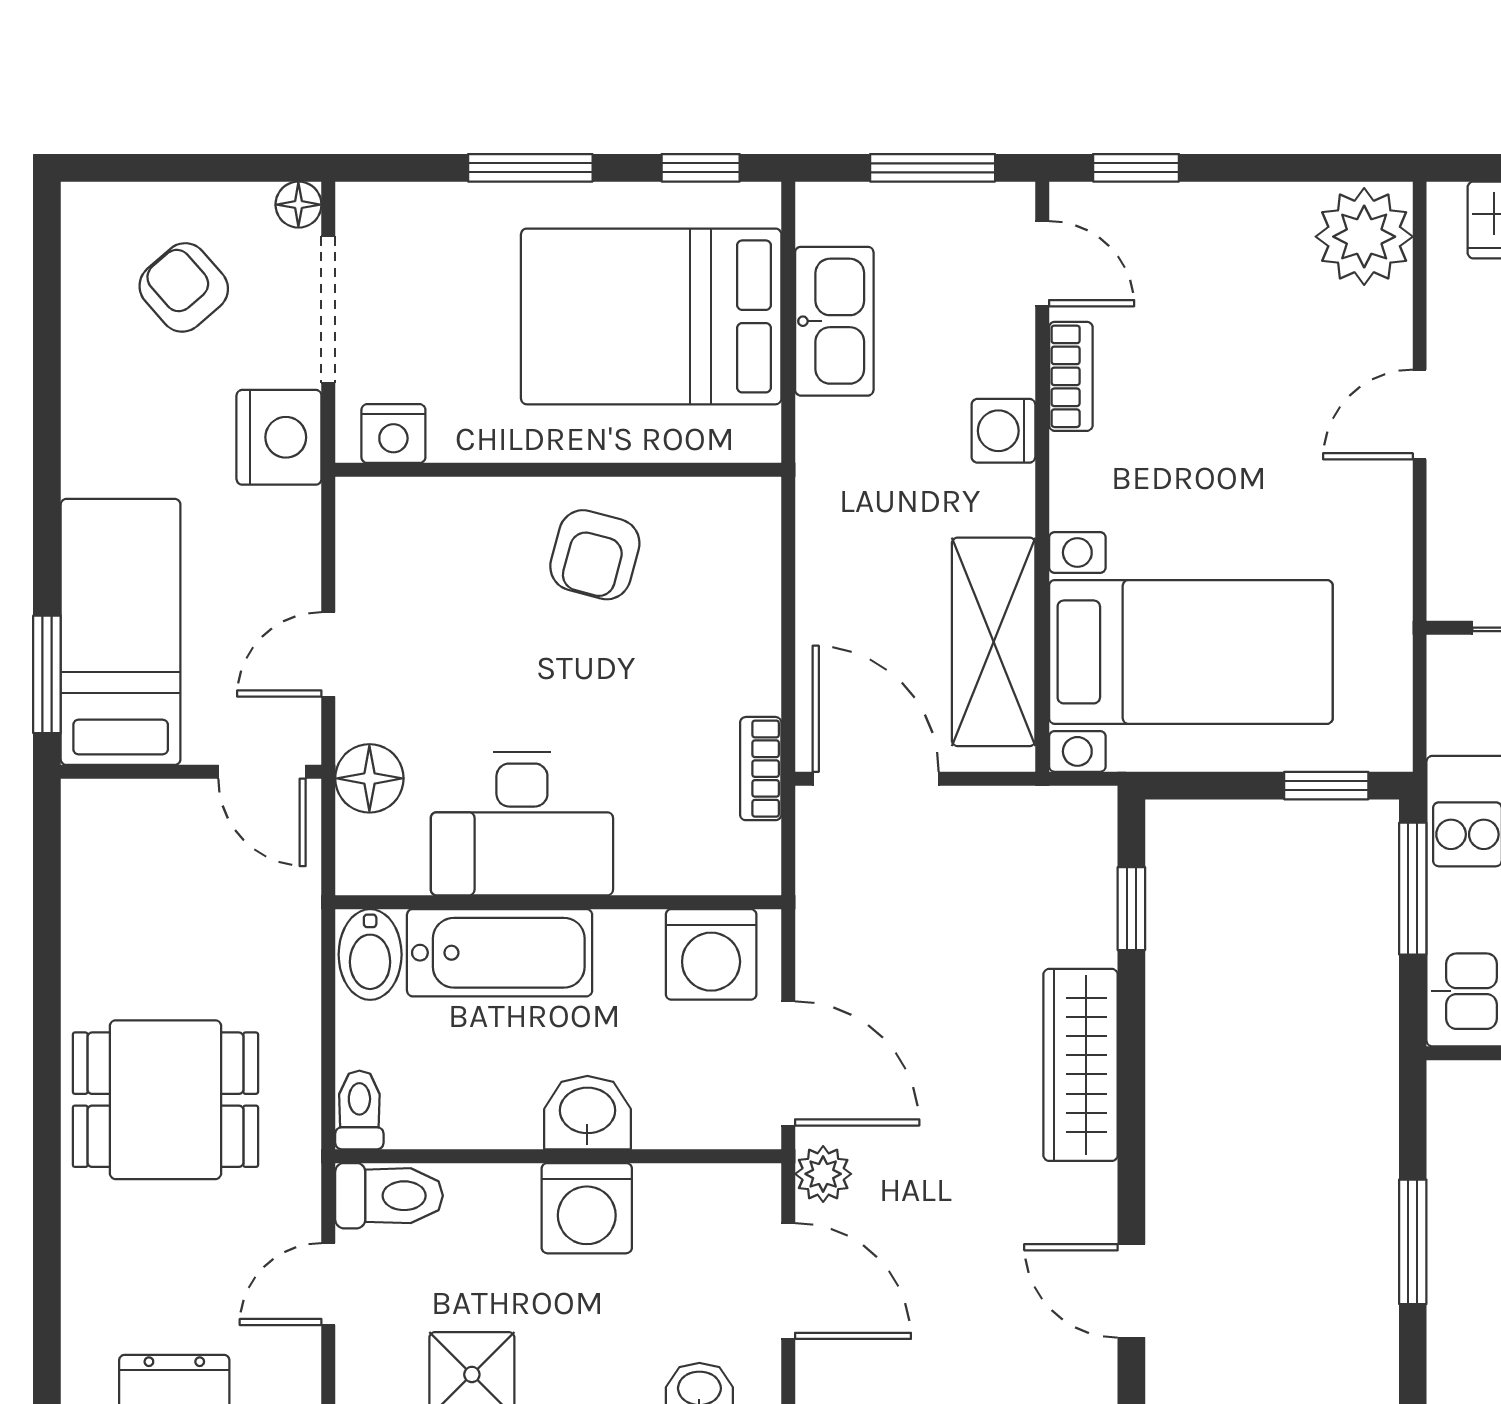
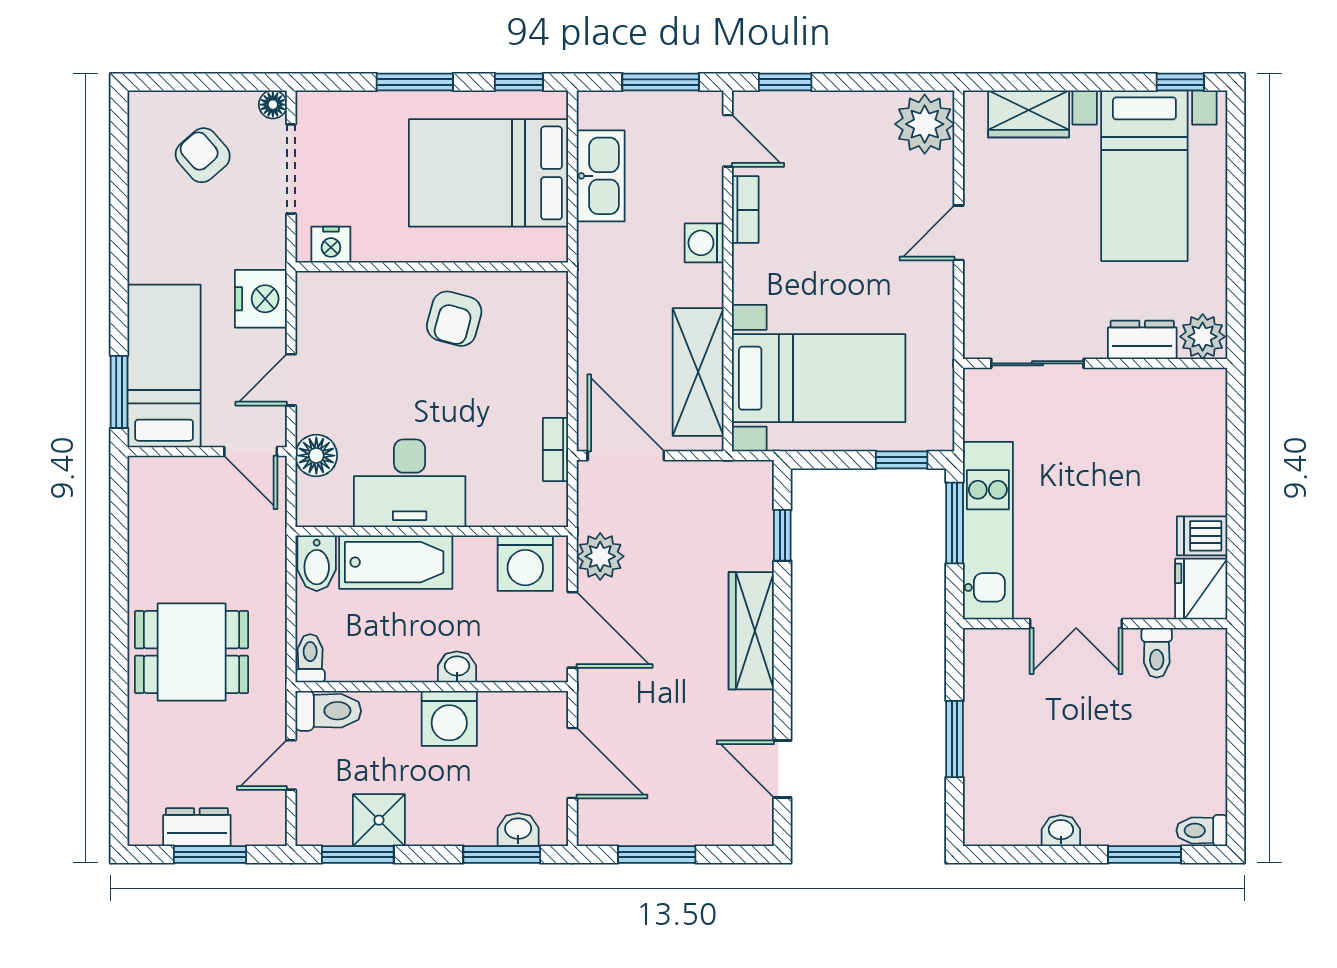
nightstand: (279, 437) -> (261, 299), moved
washbasin: (587, 1113) -> (457, 667), width x0.72, depth x0.69
plant: (823, 1174) -> (600, 556), moved, width x1.38, depth x1.38

